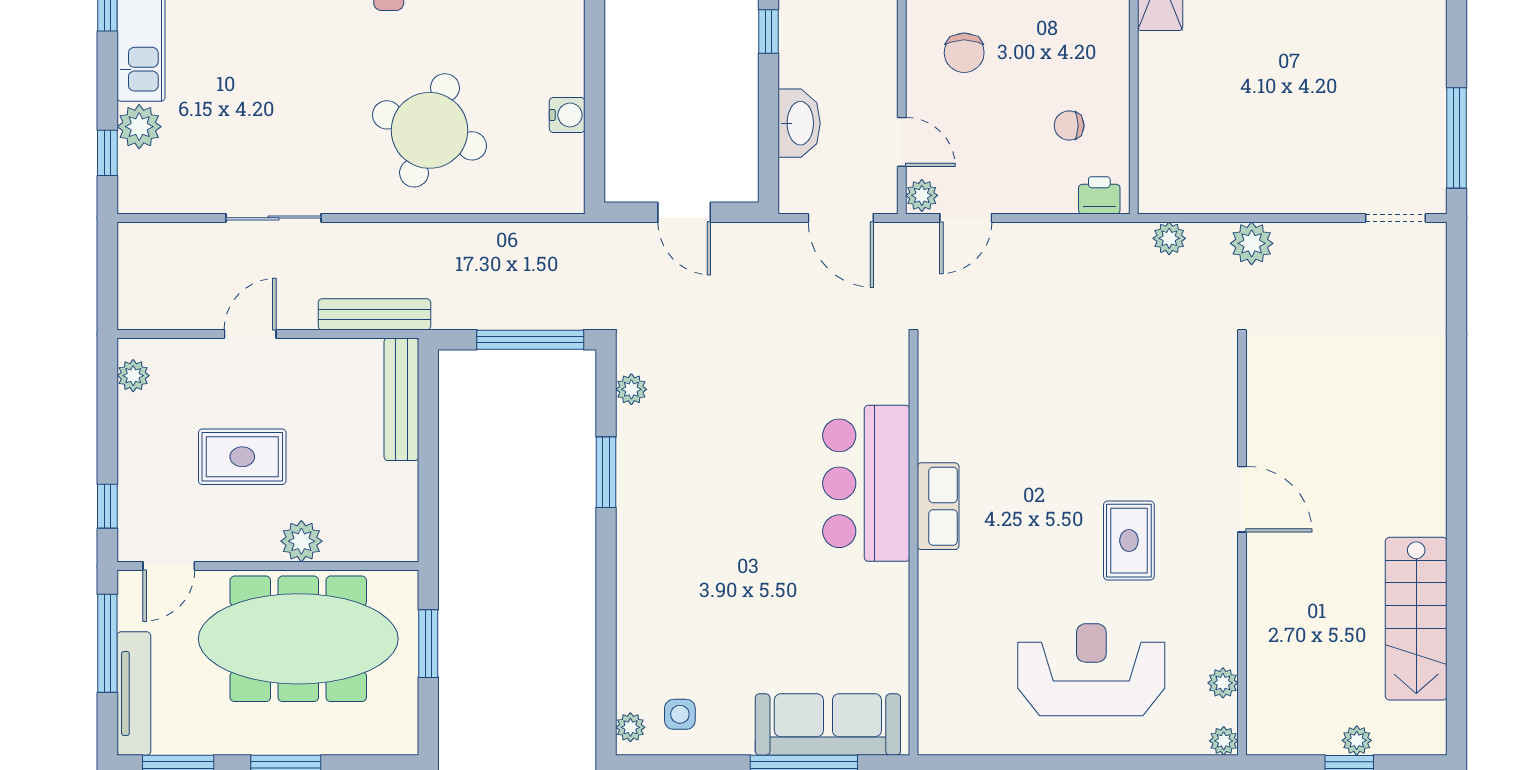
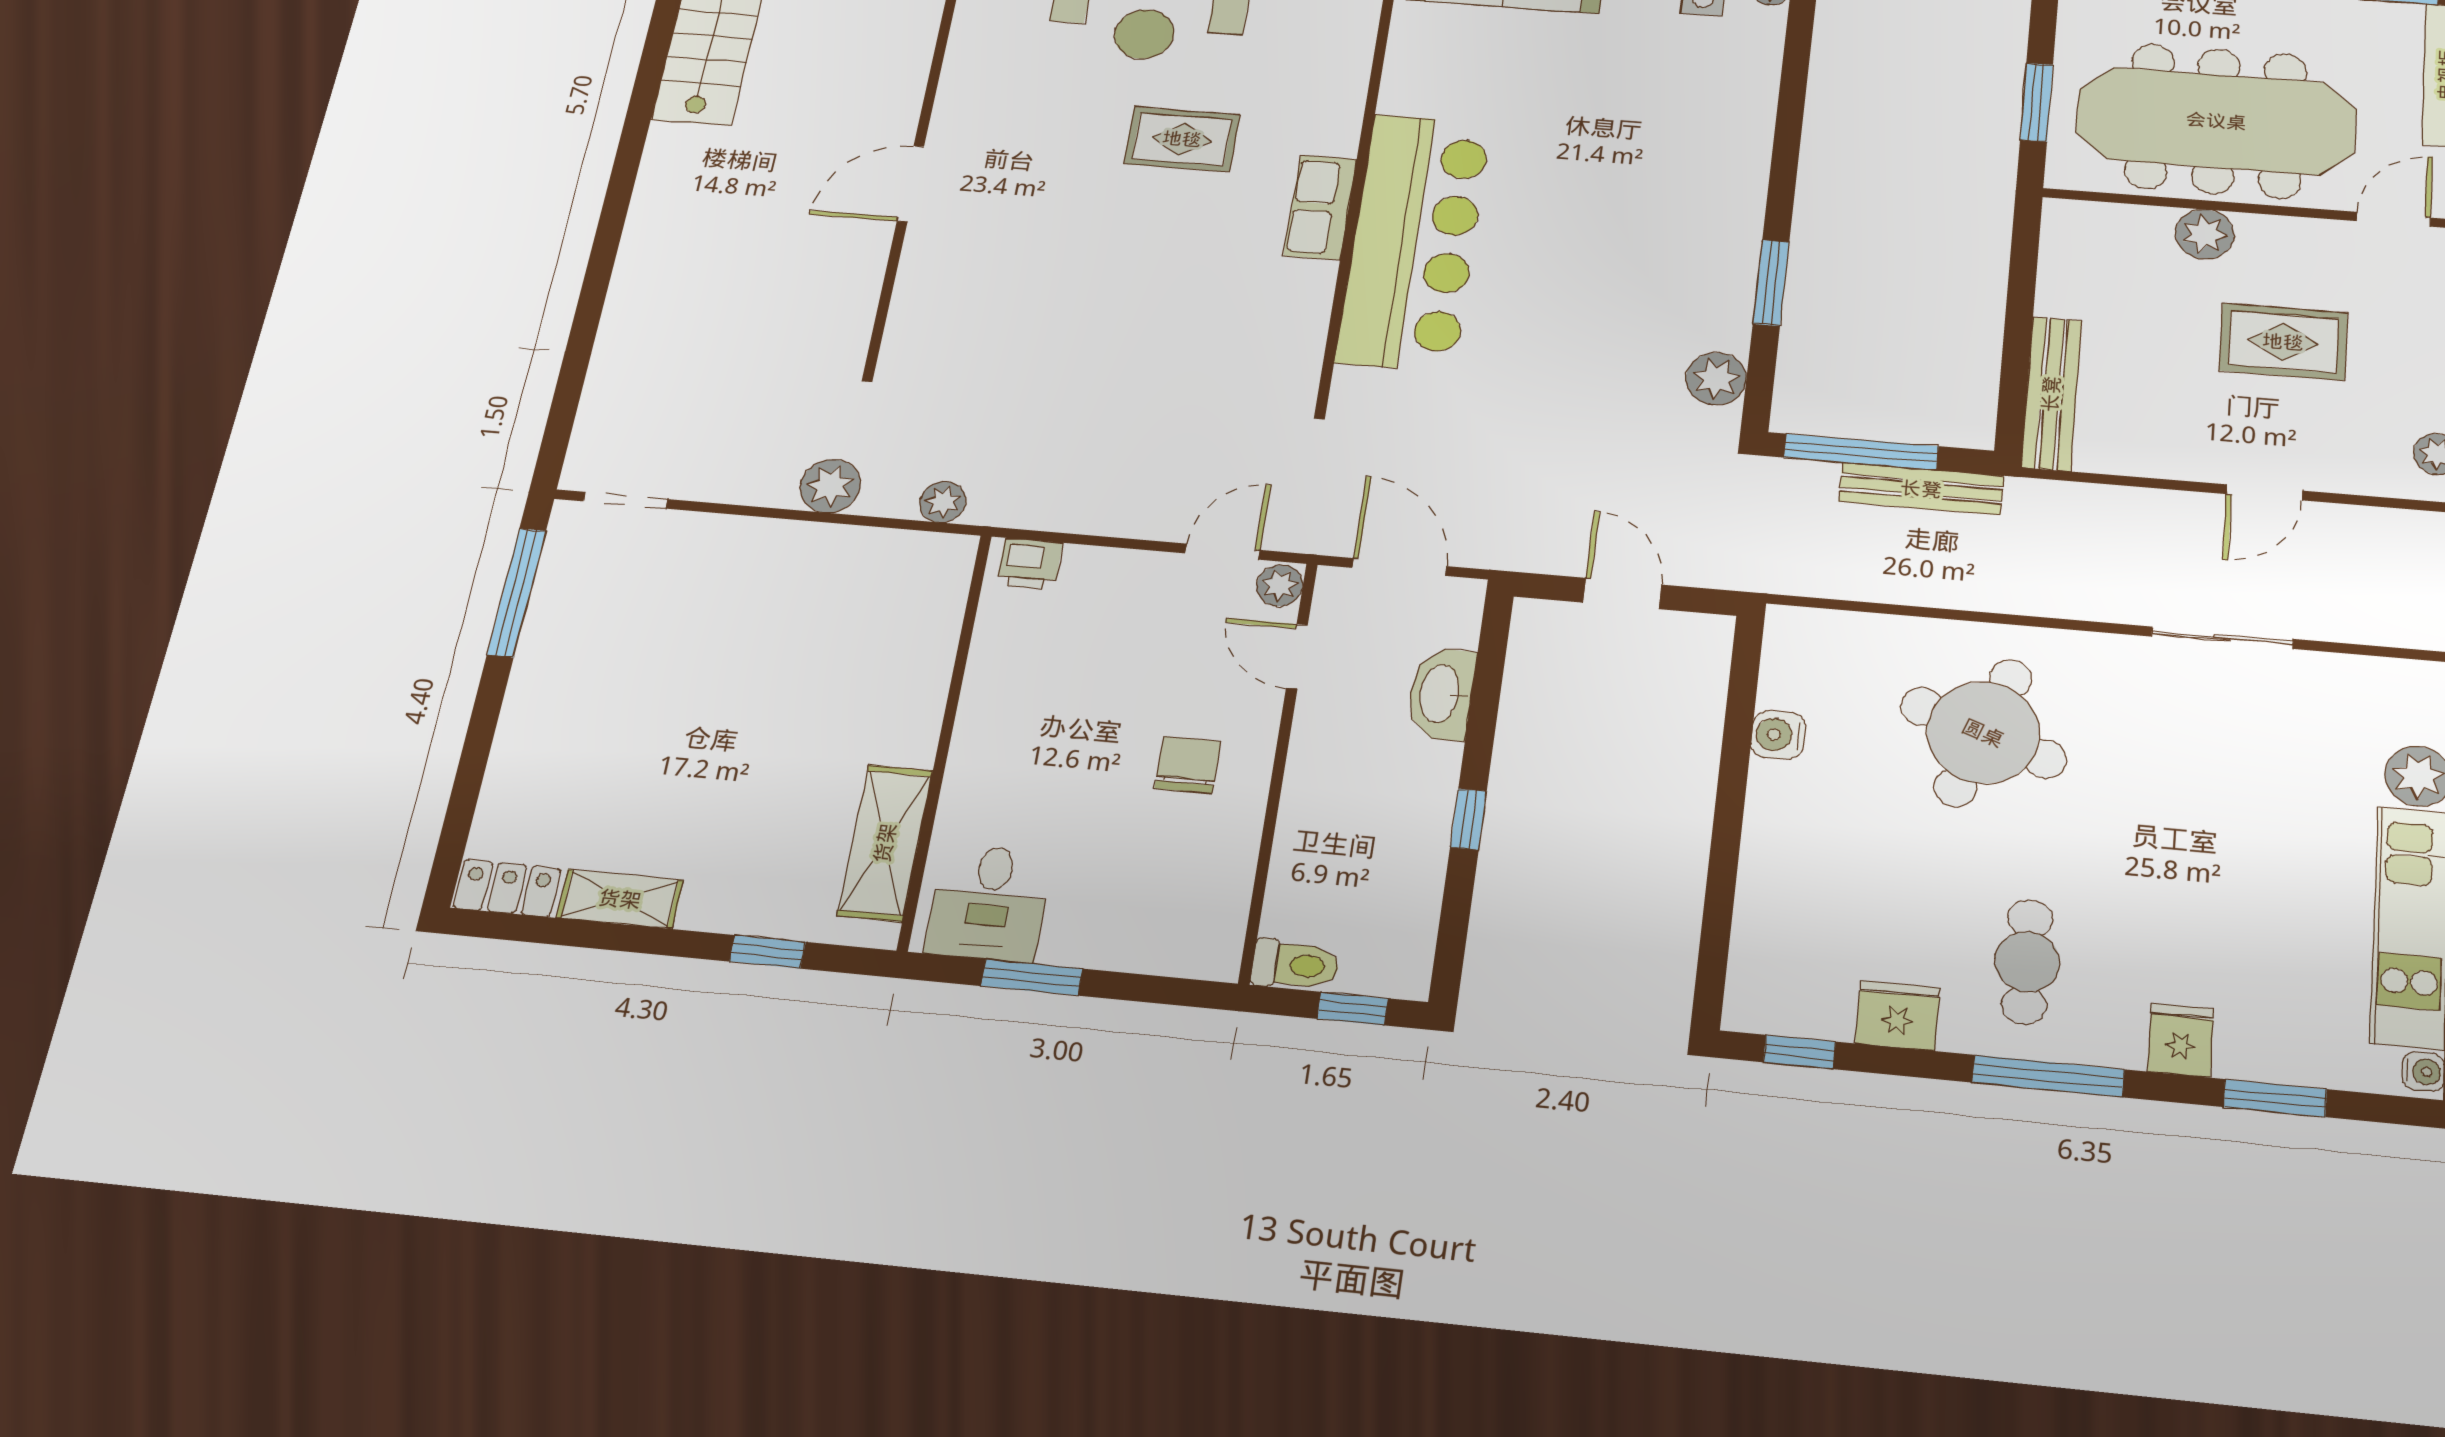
chair: (1069, 126) -> (1055, 656), removed
bench: (374, 314) -> (1921, 489), moved
plant: (631, 389) -> (1716, 379), width x1.38, depth x1.38
bar counter: (866, 483) -> (1414, 242), width x1.36
door: (1242, 499) -> (910, 184), hinge flipped
rug: (1129, 541) -> (1182, 139), moved, turned 90

